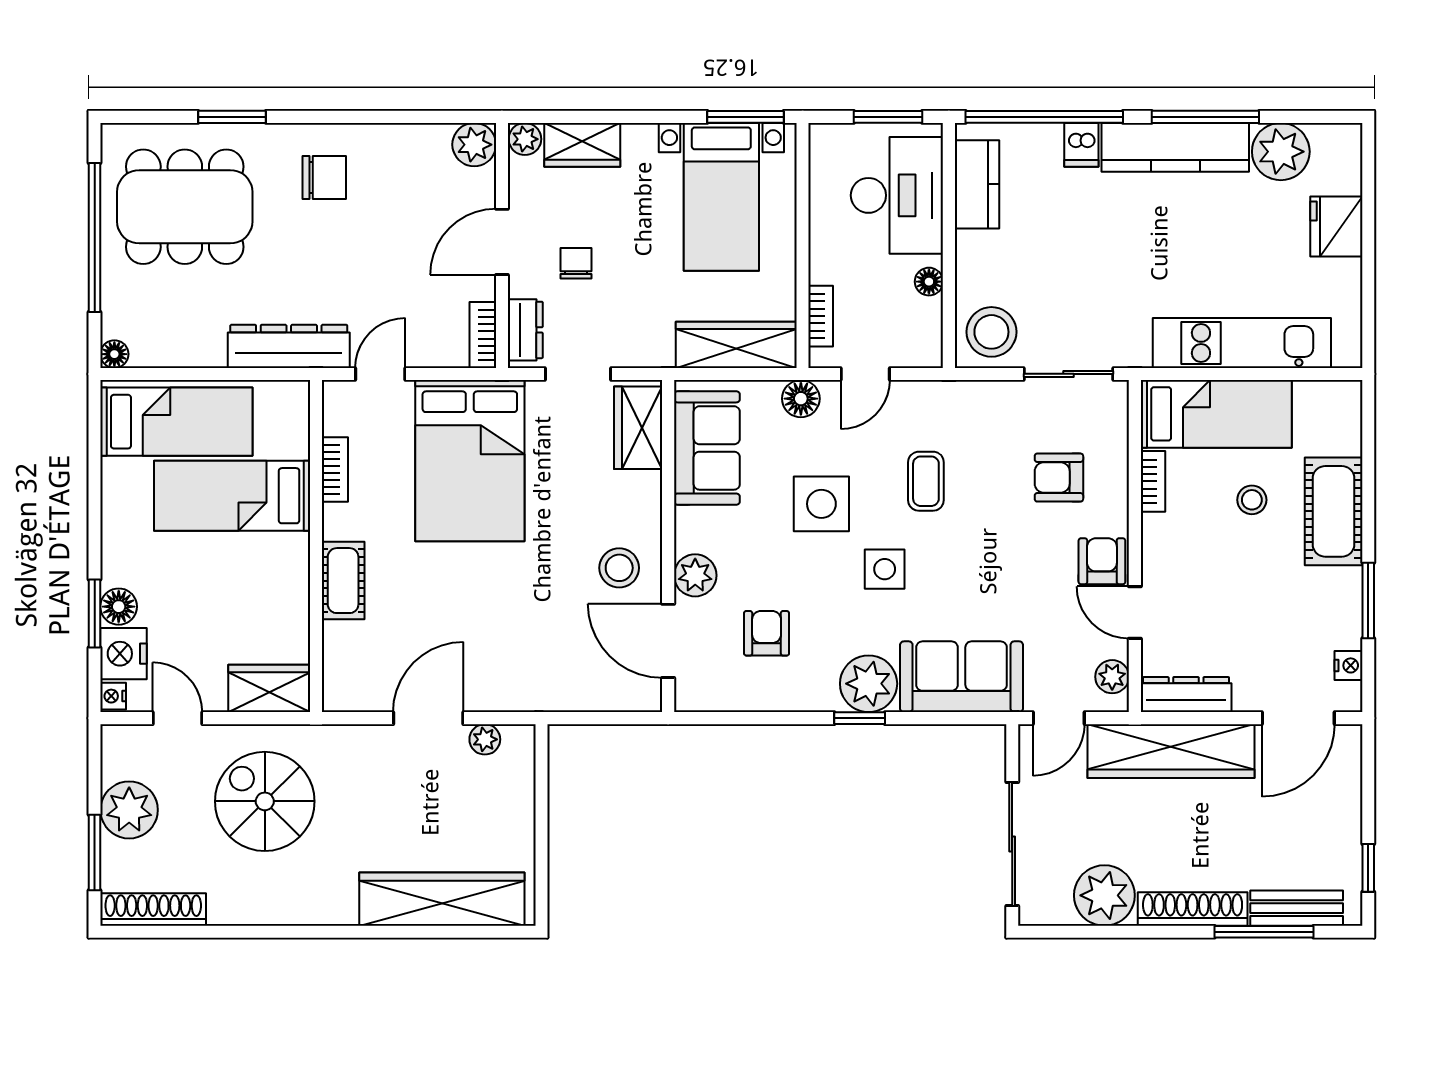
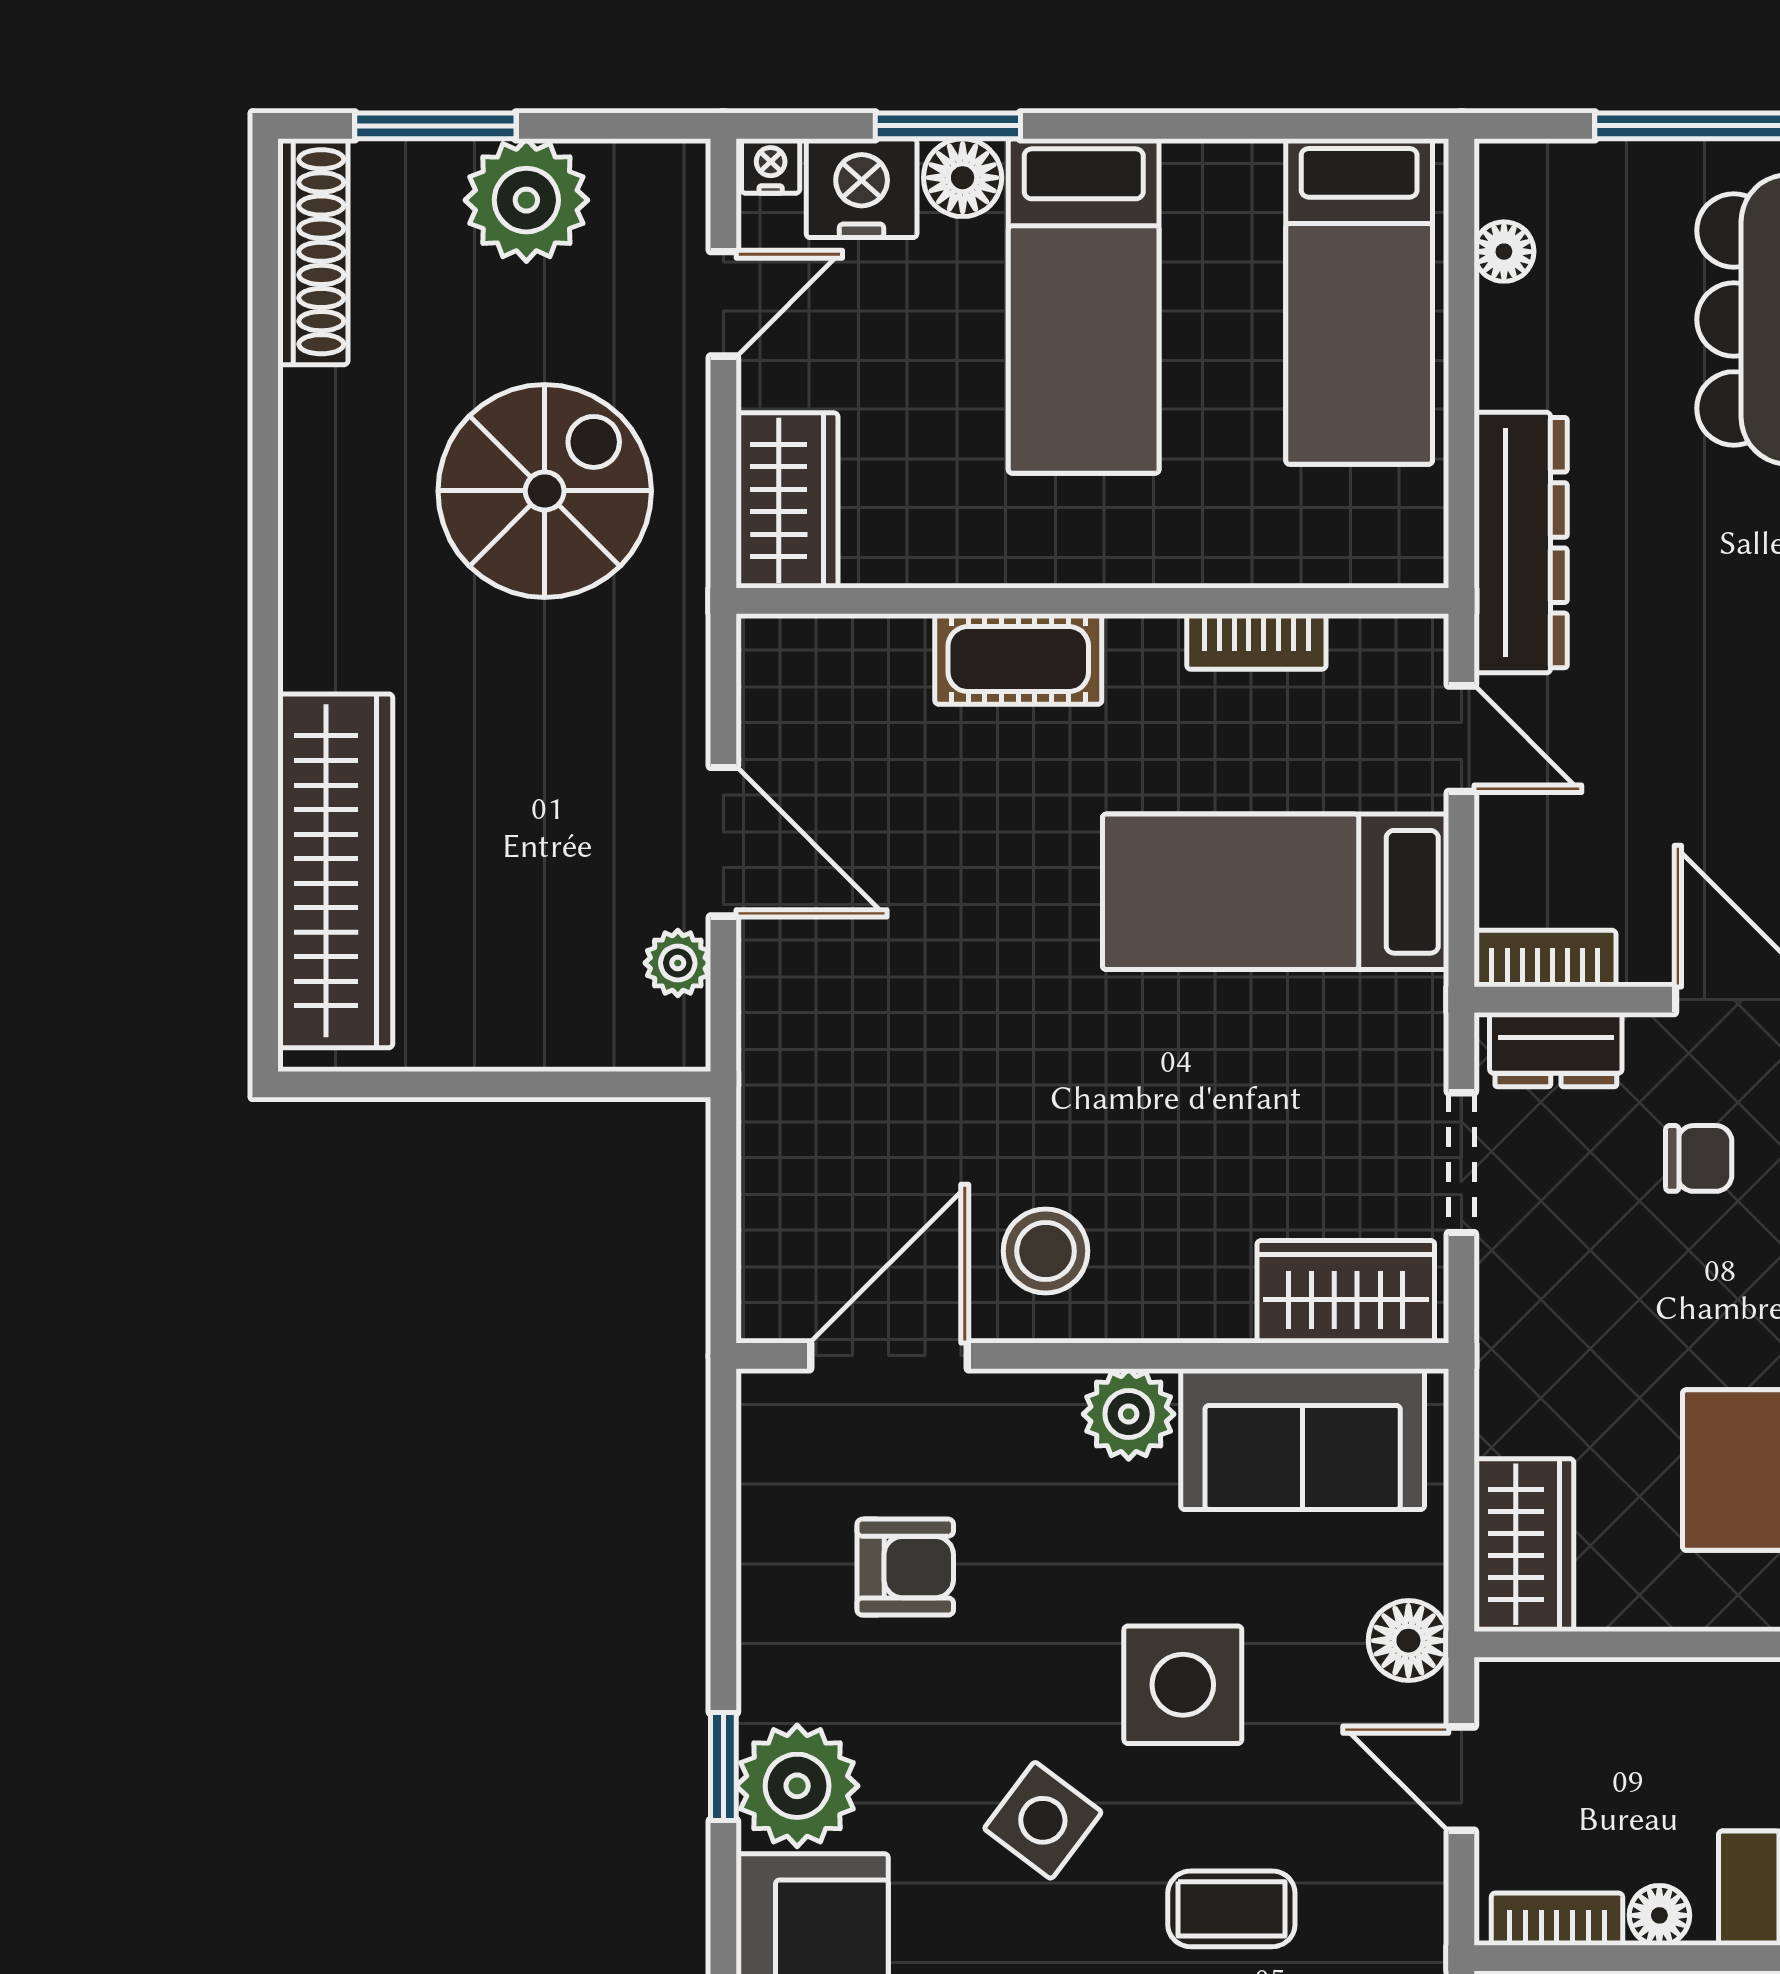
bookcase: (821, 316) -> (1557, 1919), moved, turned 180
wardrobe: (736, 345) -> (1524, 1544), width x0.67
floor lamp: (114, 354) -> (1504, 252), moved
bed: (470, 461) -> (1276, 892), width x0.67
bed: (232, 496) -> (1084, 306), moved, turned 180
side table: (885, 569) -> (1043, 1820), turned 37
plant: (695, 575) -> (1129, 1414), moved

